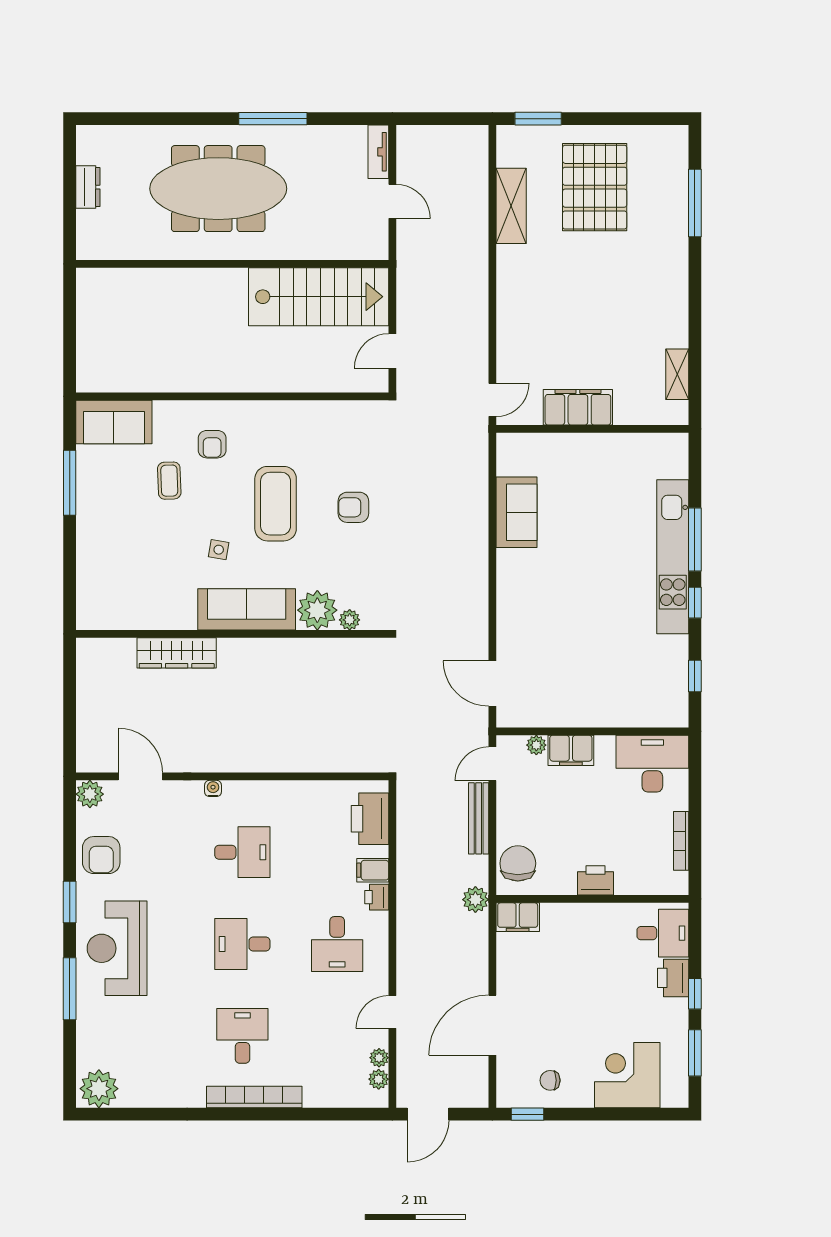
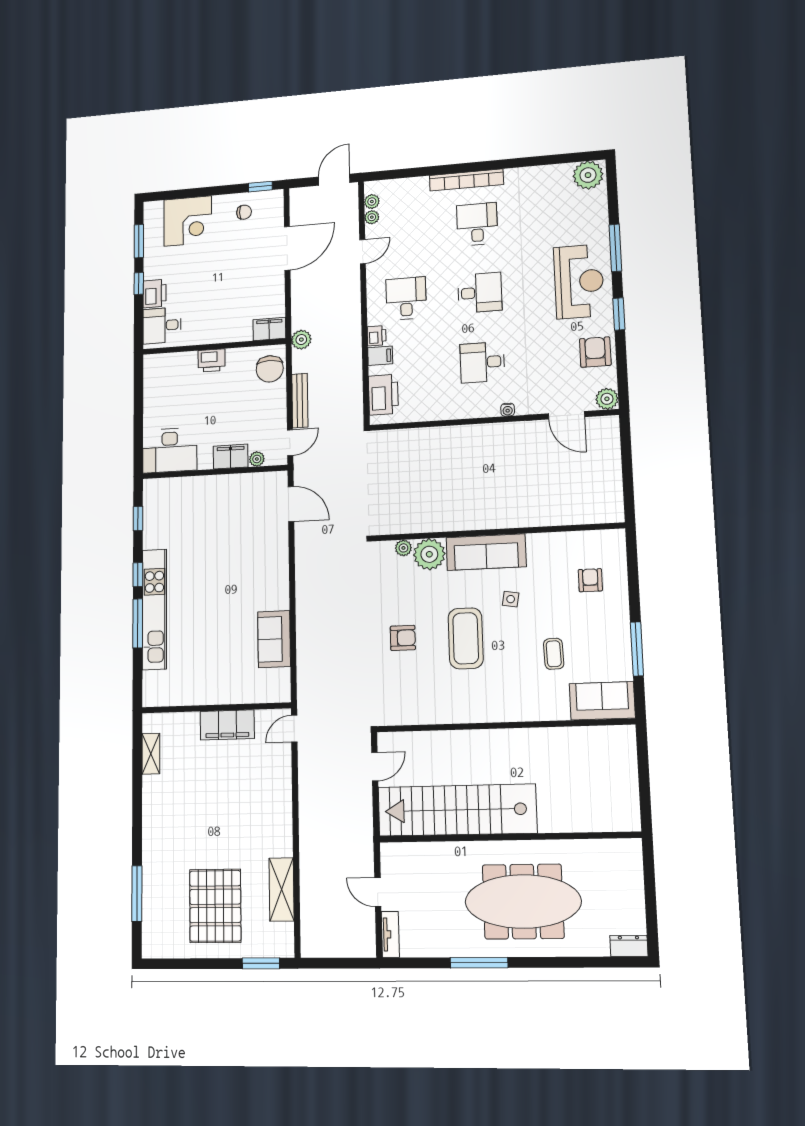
dresser: (88, 187) -> (629, 946), moved, turned 90
stairs: (319, 297) -> (457, 810), width x1.36
armchair: (212, 444) -> (590, 580), moved
wardrobe: (177, 653) -> (541, 514), removed
bookcase: (681, 841) -> (149, 394), removed
desk: (242, 1036) -> (477, 224), turned 180

